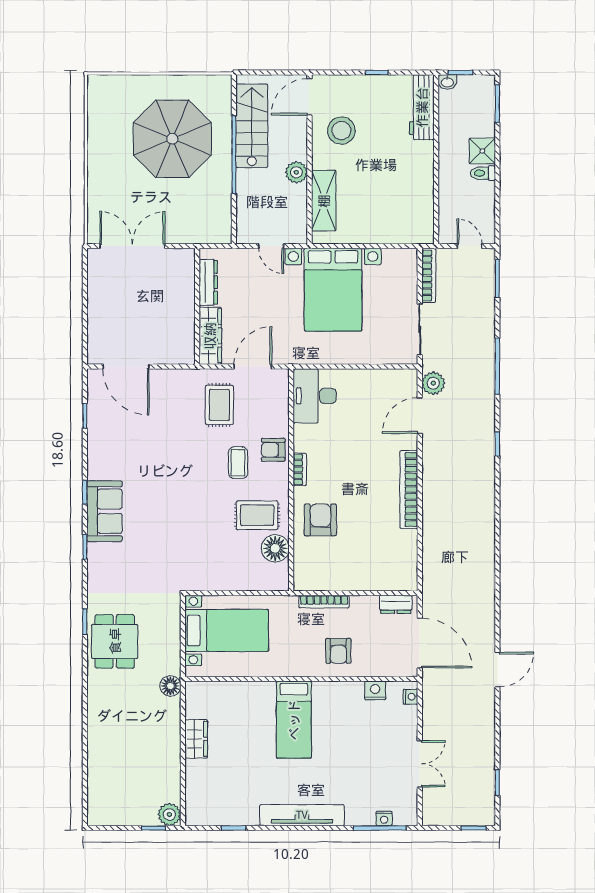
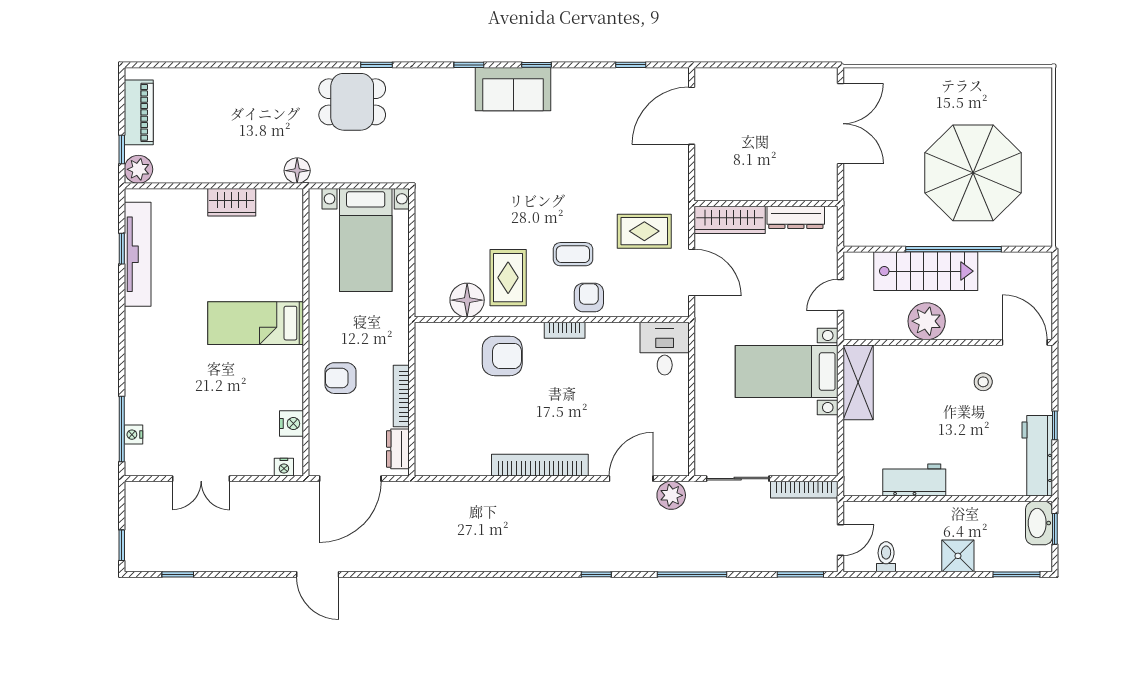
washbasin: (447, 82) -> (1039, 523), width x1.91, depth x1.45
workbench: (422, 107) -> (1037, 456), moved, turned -90
stairs: (252, 126) -> (926, 271), moved
stool: (341, 131) -> (983, 382), width x0.53, depth x0.53
plant: (296, 172) -> (927, 321), width x1.36, depth x1.36
toilet: (483, 173) -> (886, 557), moved
workbench: (421, 186) -> (914, 480), added
shelving: (324, 201) -> (858, 382), moved, turned 90
bed with nightstands: (333, 290) -> (787, 371), width x0.73
desk: (315, 396) -> (665, 349), width x0.73
door: (420, 416) -> (631, 479), hinge flipped
bookcase: (324, 602) -> (401, 396), moved
piano: (123, 814) -> (139, 112), added
tv unit: (302, 815) -> (138, 254), moved

